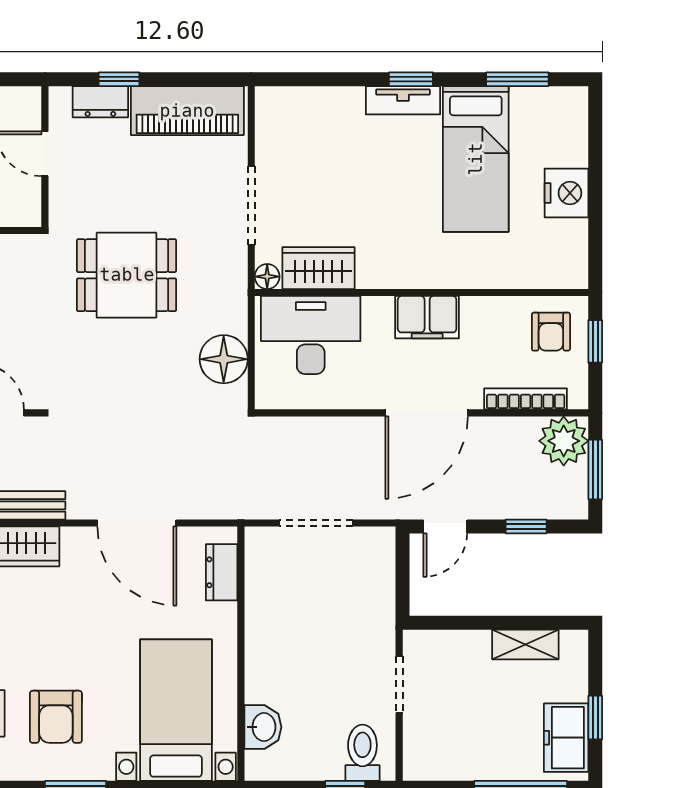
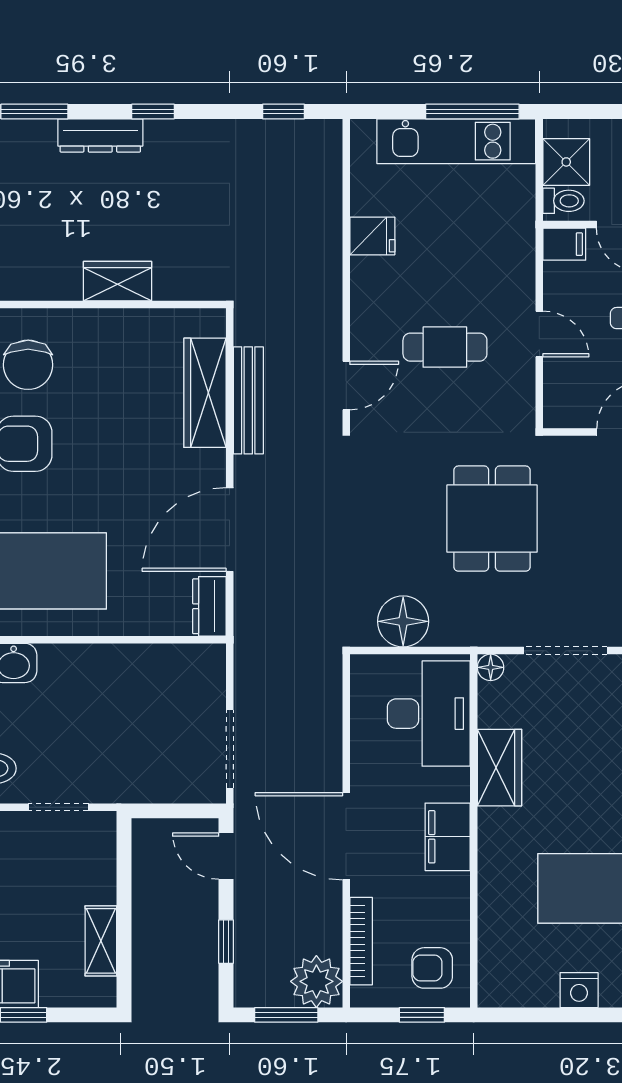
nightstand: (566, 193) -> (579, 990), width x0.74, depth x0.75
wardrobe: (318, 268) -> (500, 768), moved
doorway: (316, 523) -> (230, 749), moved
dresser: (222, 572) -> (209, 606), moved, turned -90

